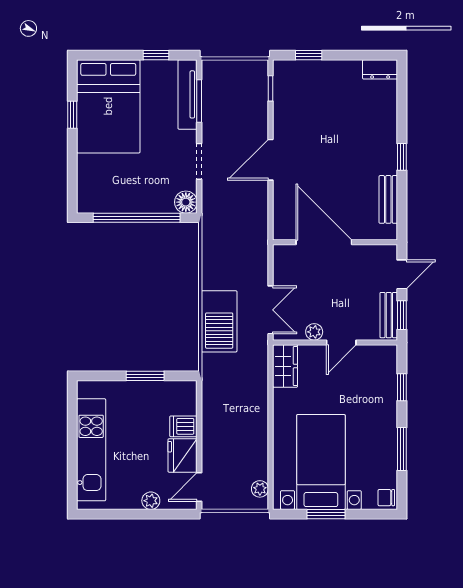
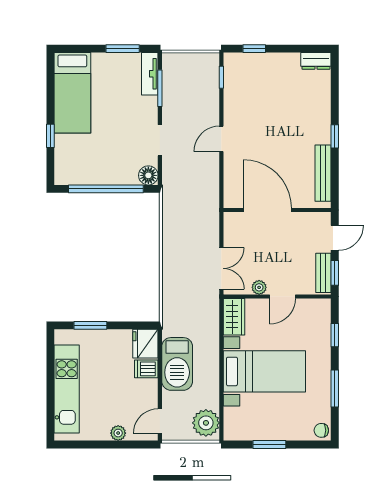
window: (156, 55) -> (123, 49), width x1.50
tv unit: (188, 94) -> (150, 74), width x0.71
bed: (108, 106) -> (72, 93), width x0.67
window: (72, 115) -> (50, 136), moved
door: (271, 160) -> (221, 139), width x0.73
bench: (388, 199) -> (323, 173), width x1.36
barbecue: (219, 321) -> (177, 364), moved
window: (145, 376) -> (90, 325), moved
fridge: (183, 455) -> (145, 344), moved
bed with nightstands: (321, 462) -> (264, 371), moved, turned 90
plant: (260, 489) -> (206, 423), width x1.88, depth x1.88

